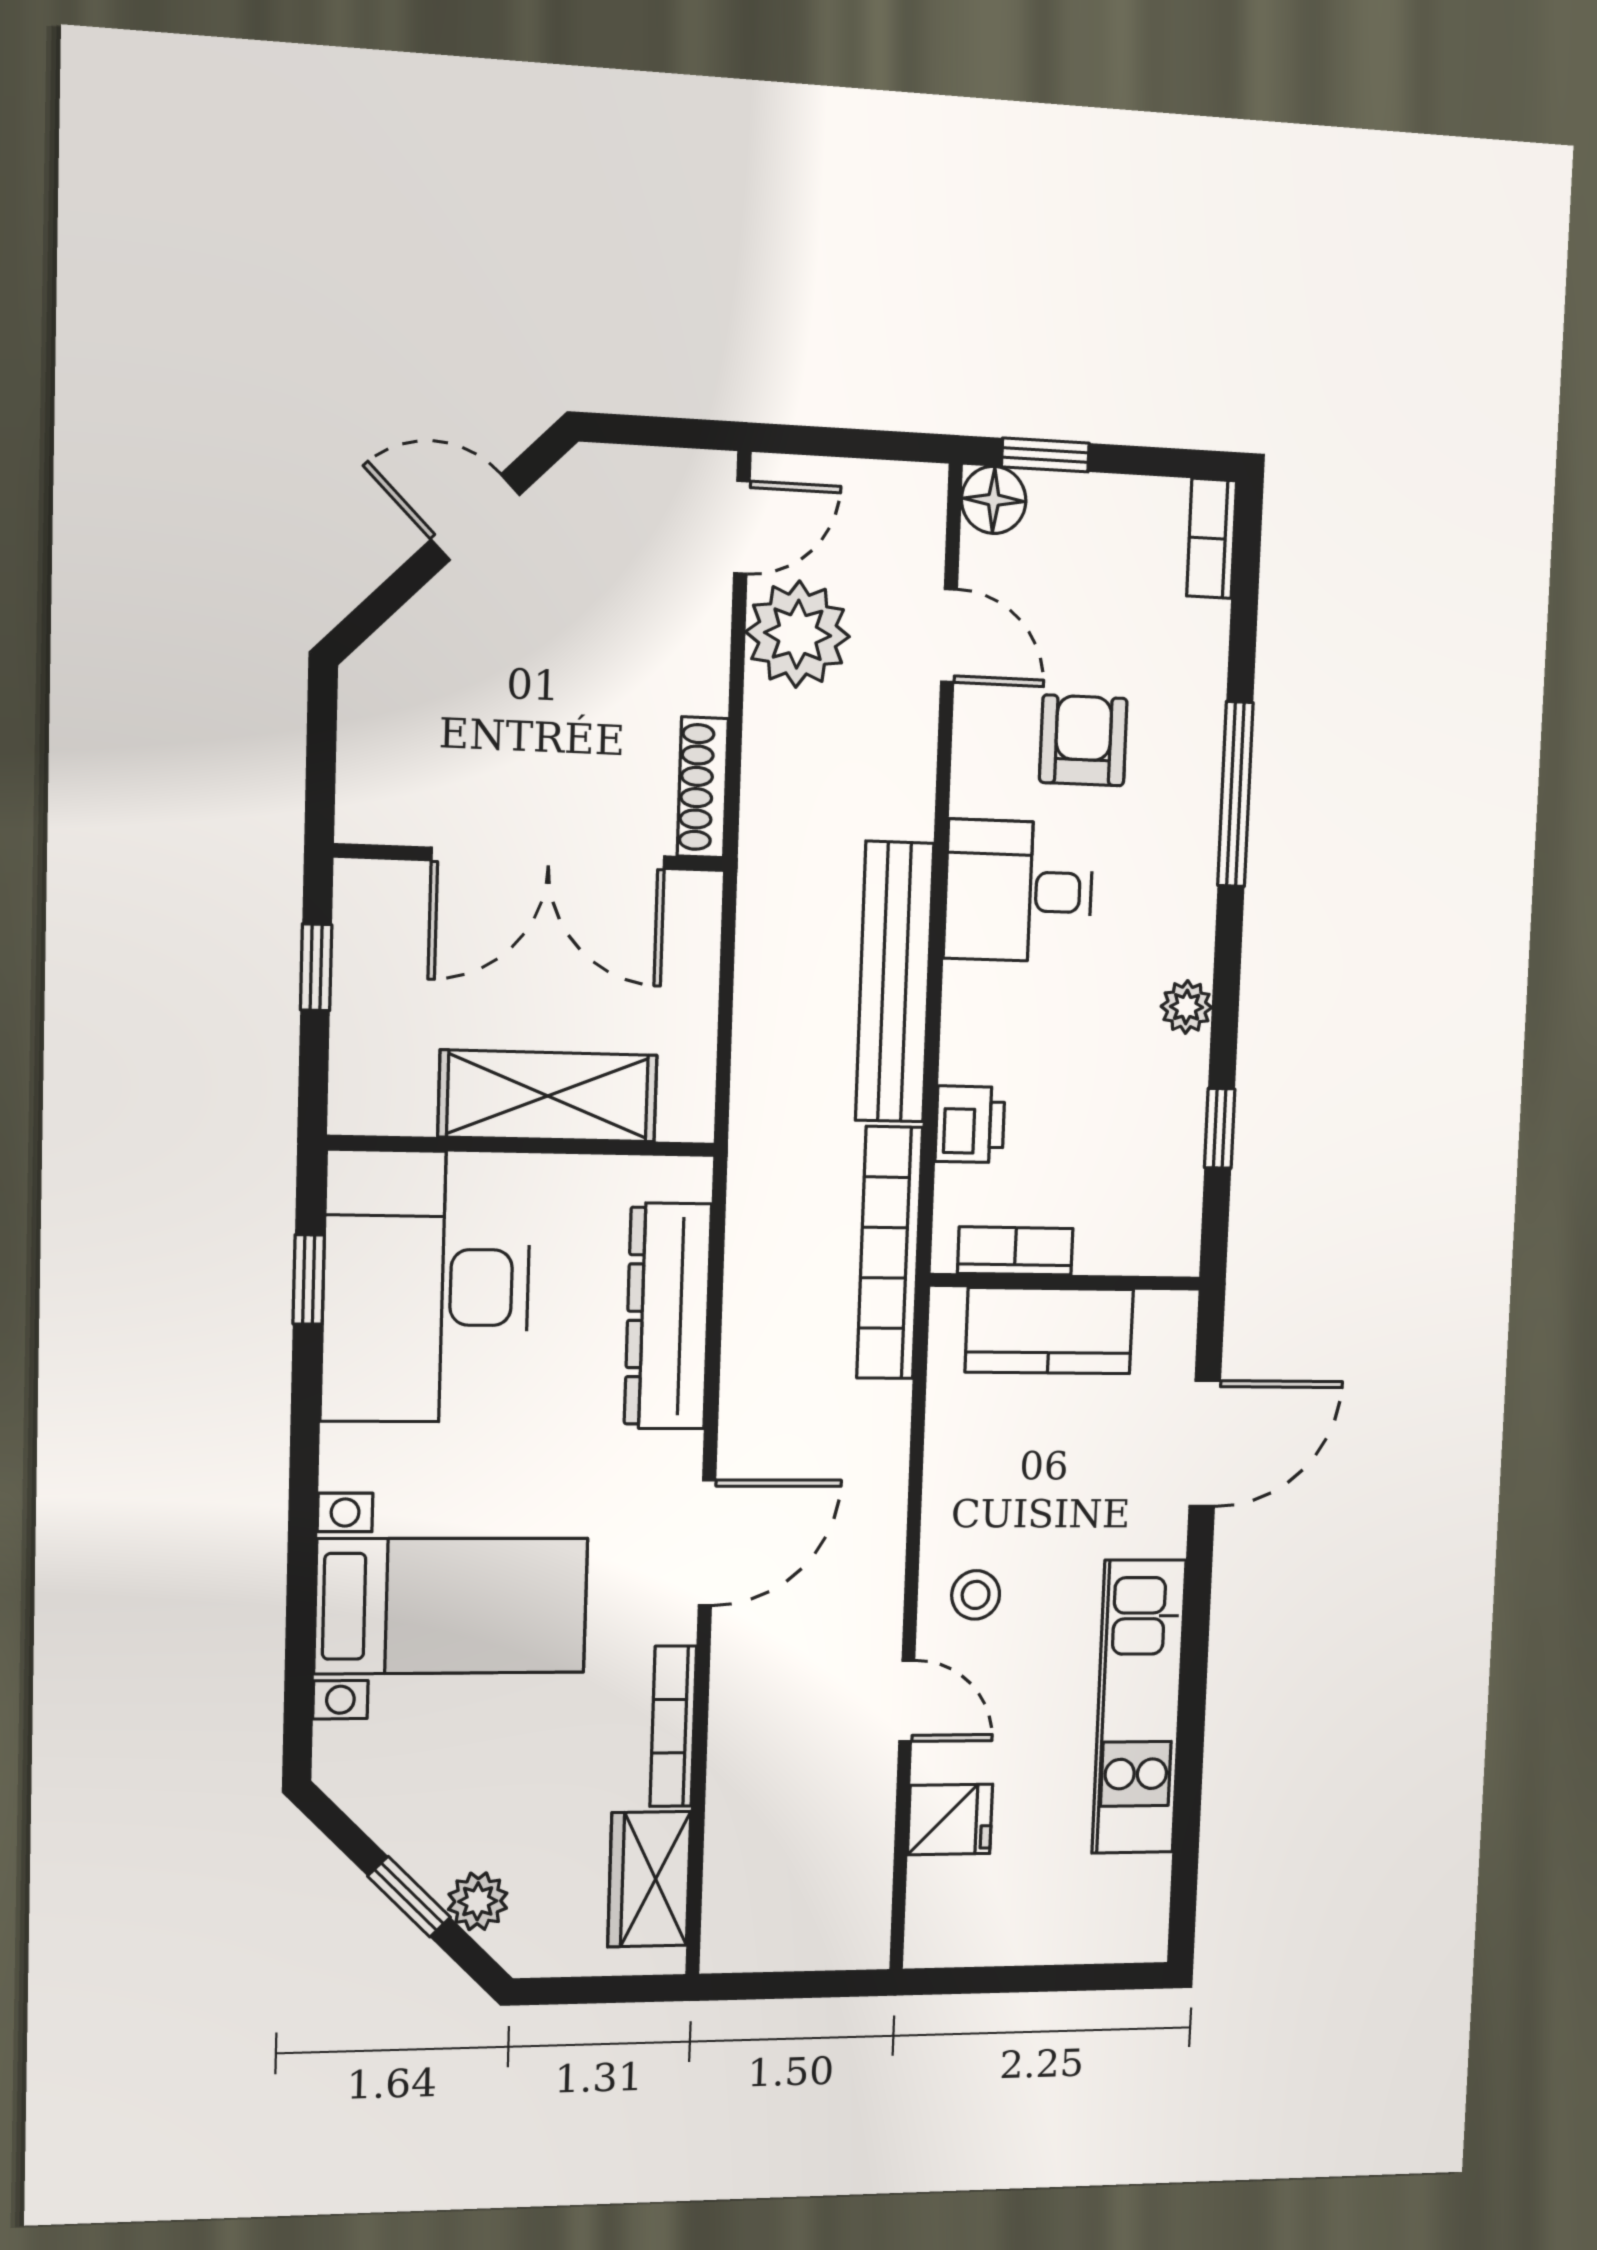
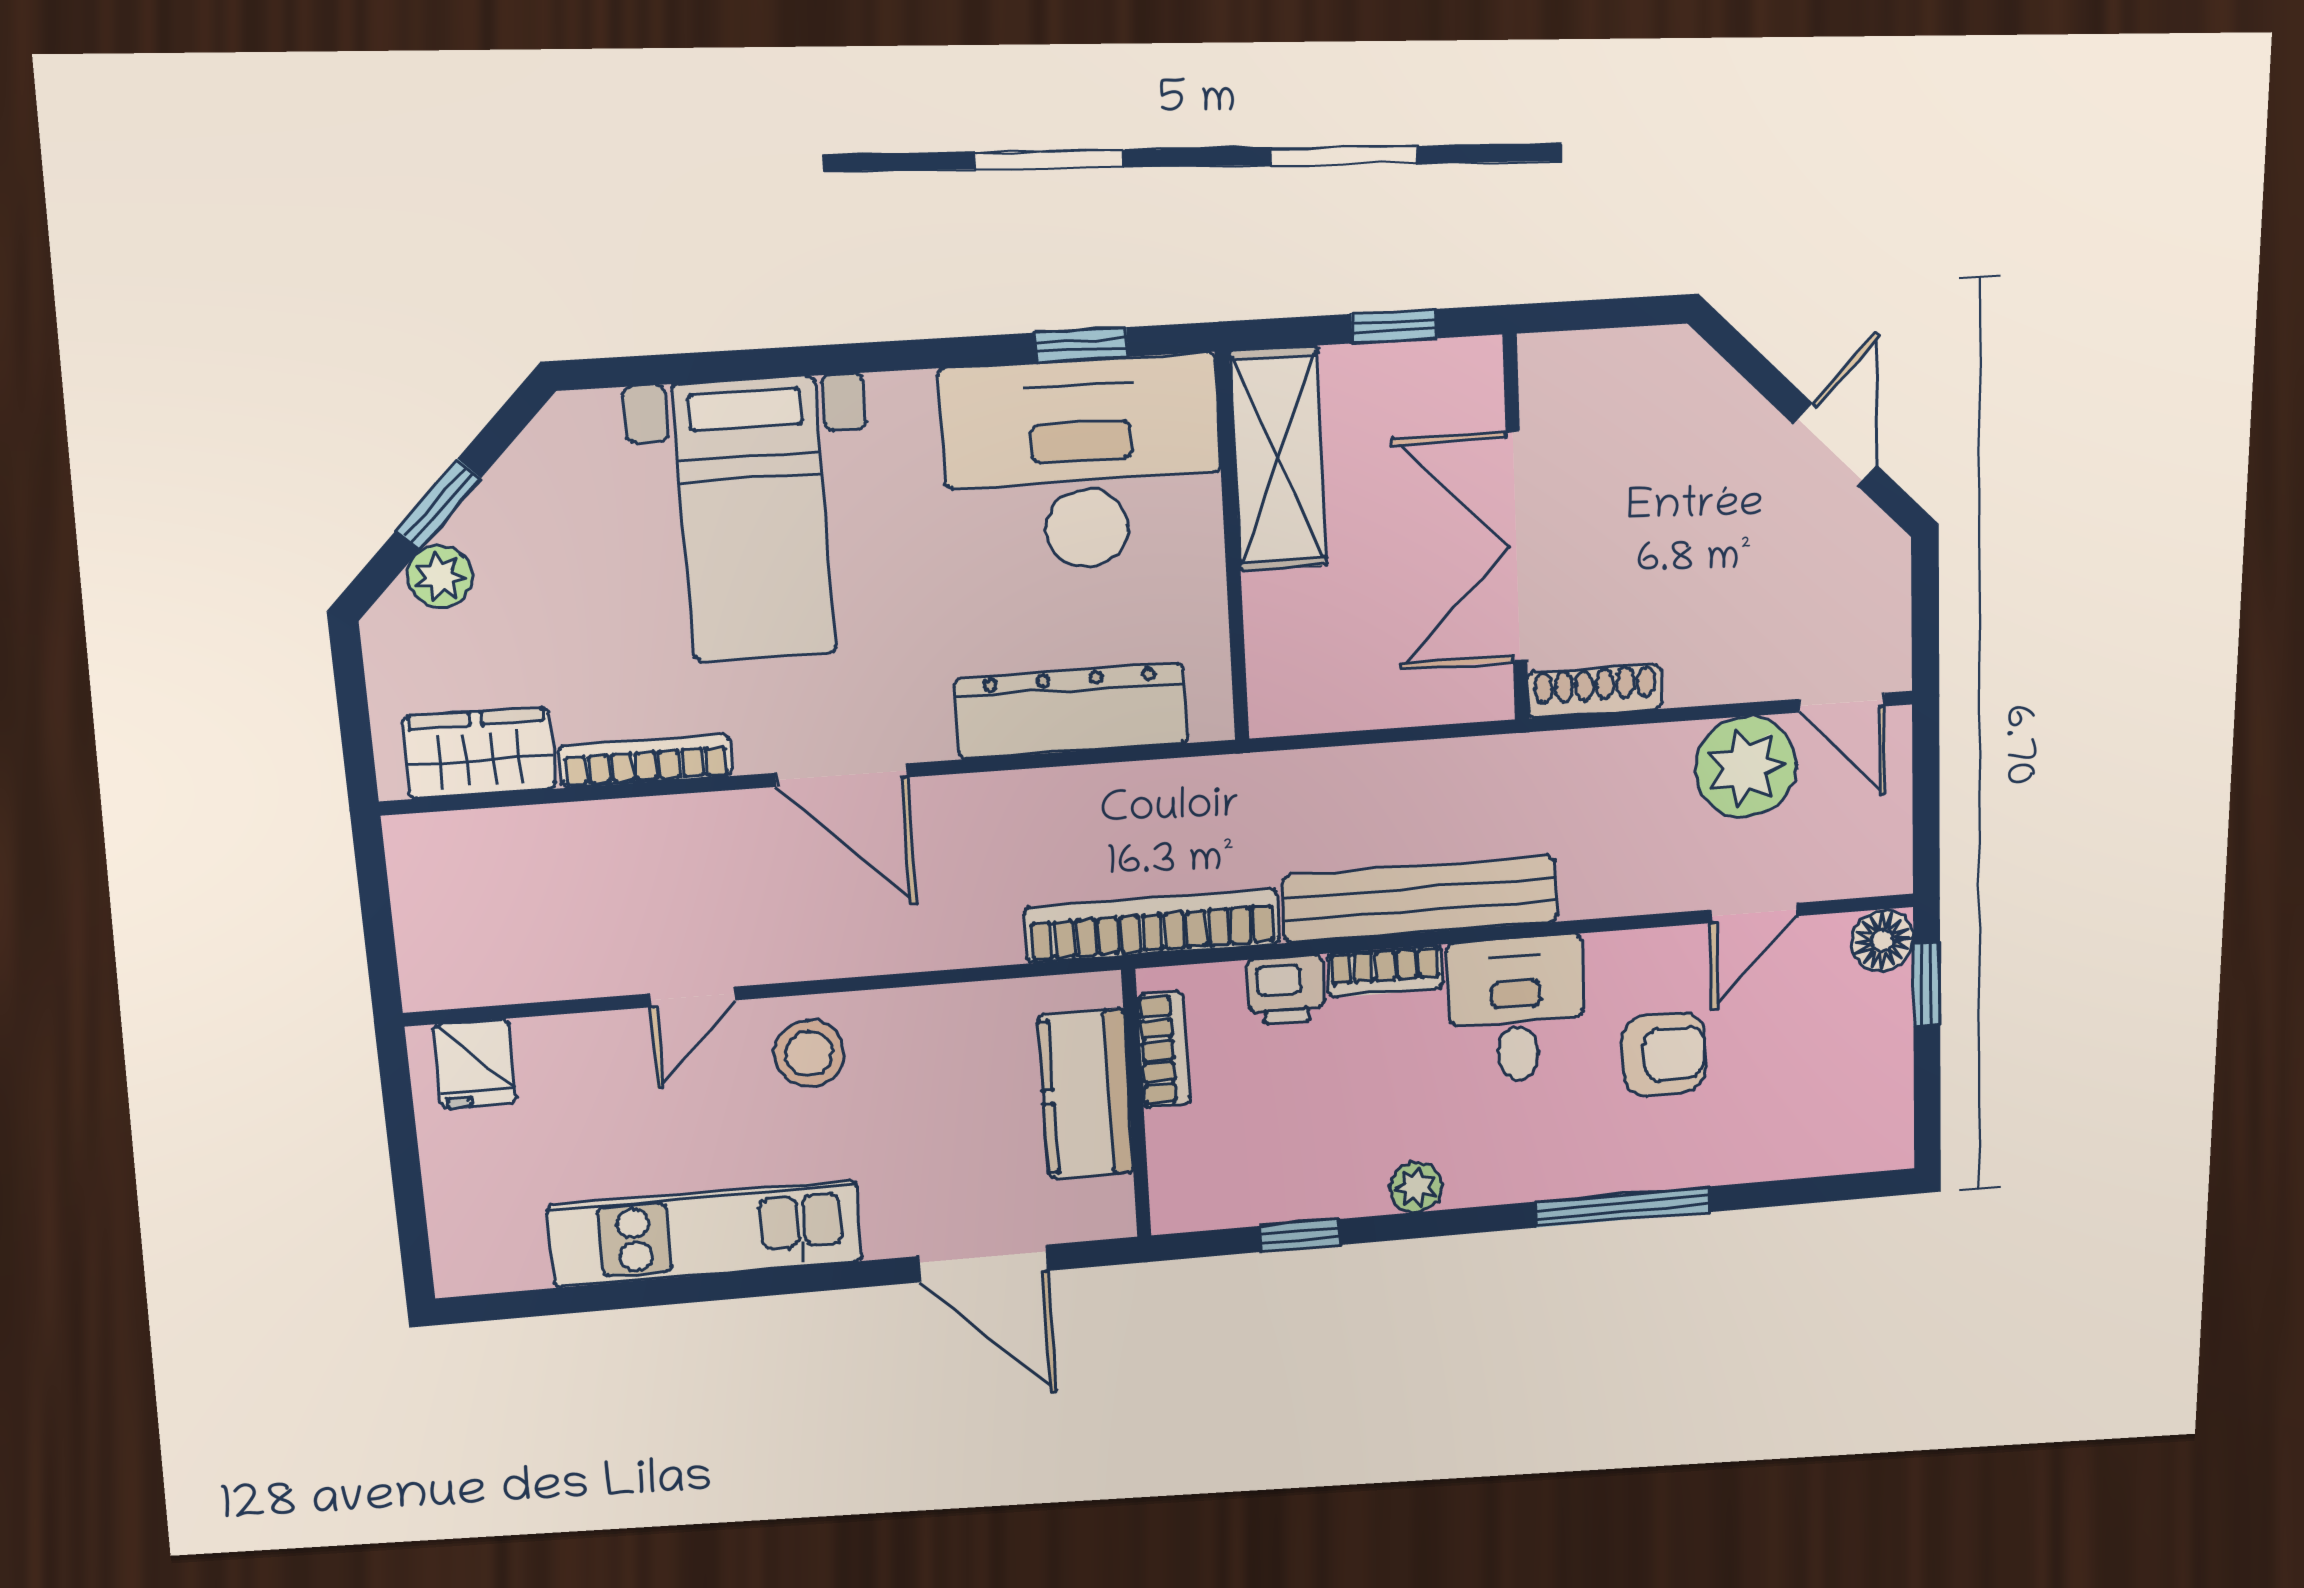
bookcase: (1212, 538) -> (1385, 971), moved, turned 180
shelving: (548, 1096) -> (1278, 459), moved
stool: (976, 1595) -> (809, 1054), width x1.37, depth x1.37
fridge: (950, 1819) -> (475, 1064), moved

